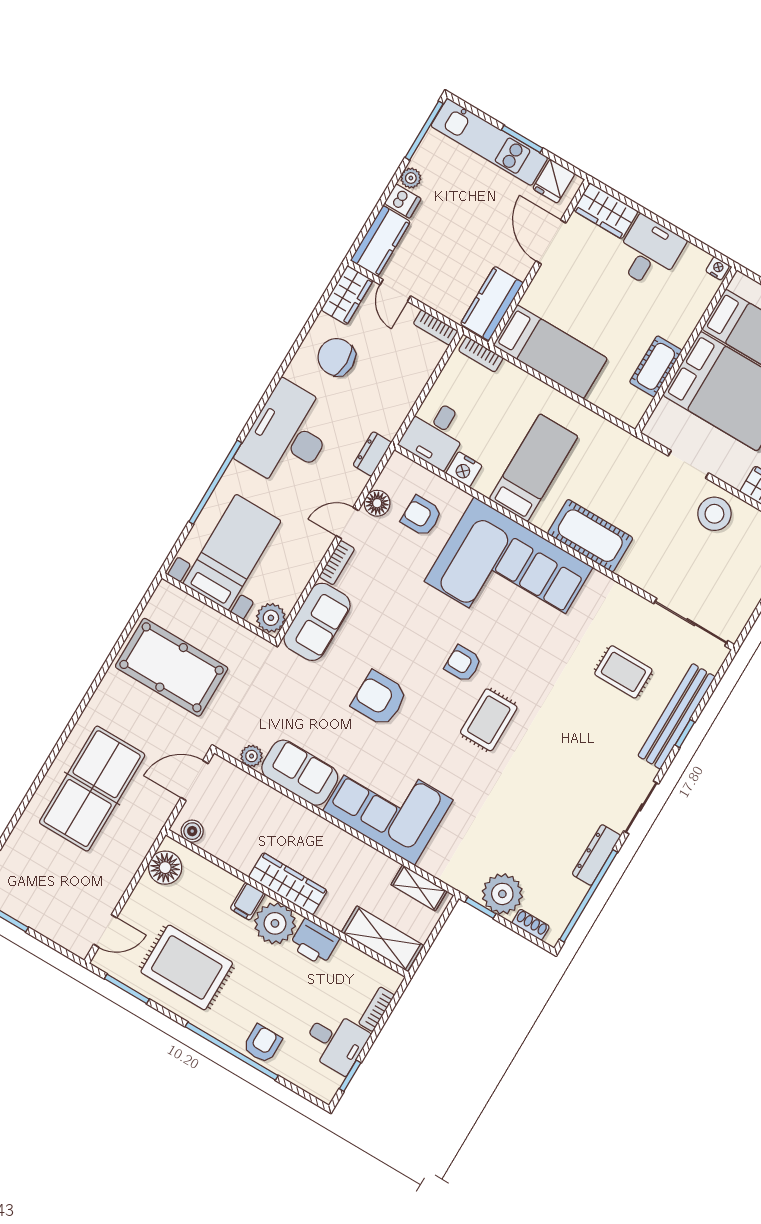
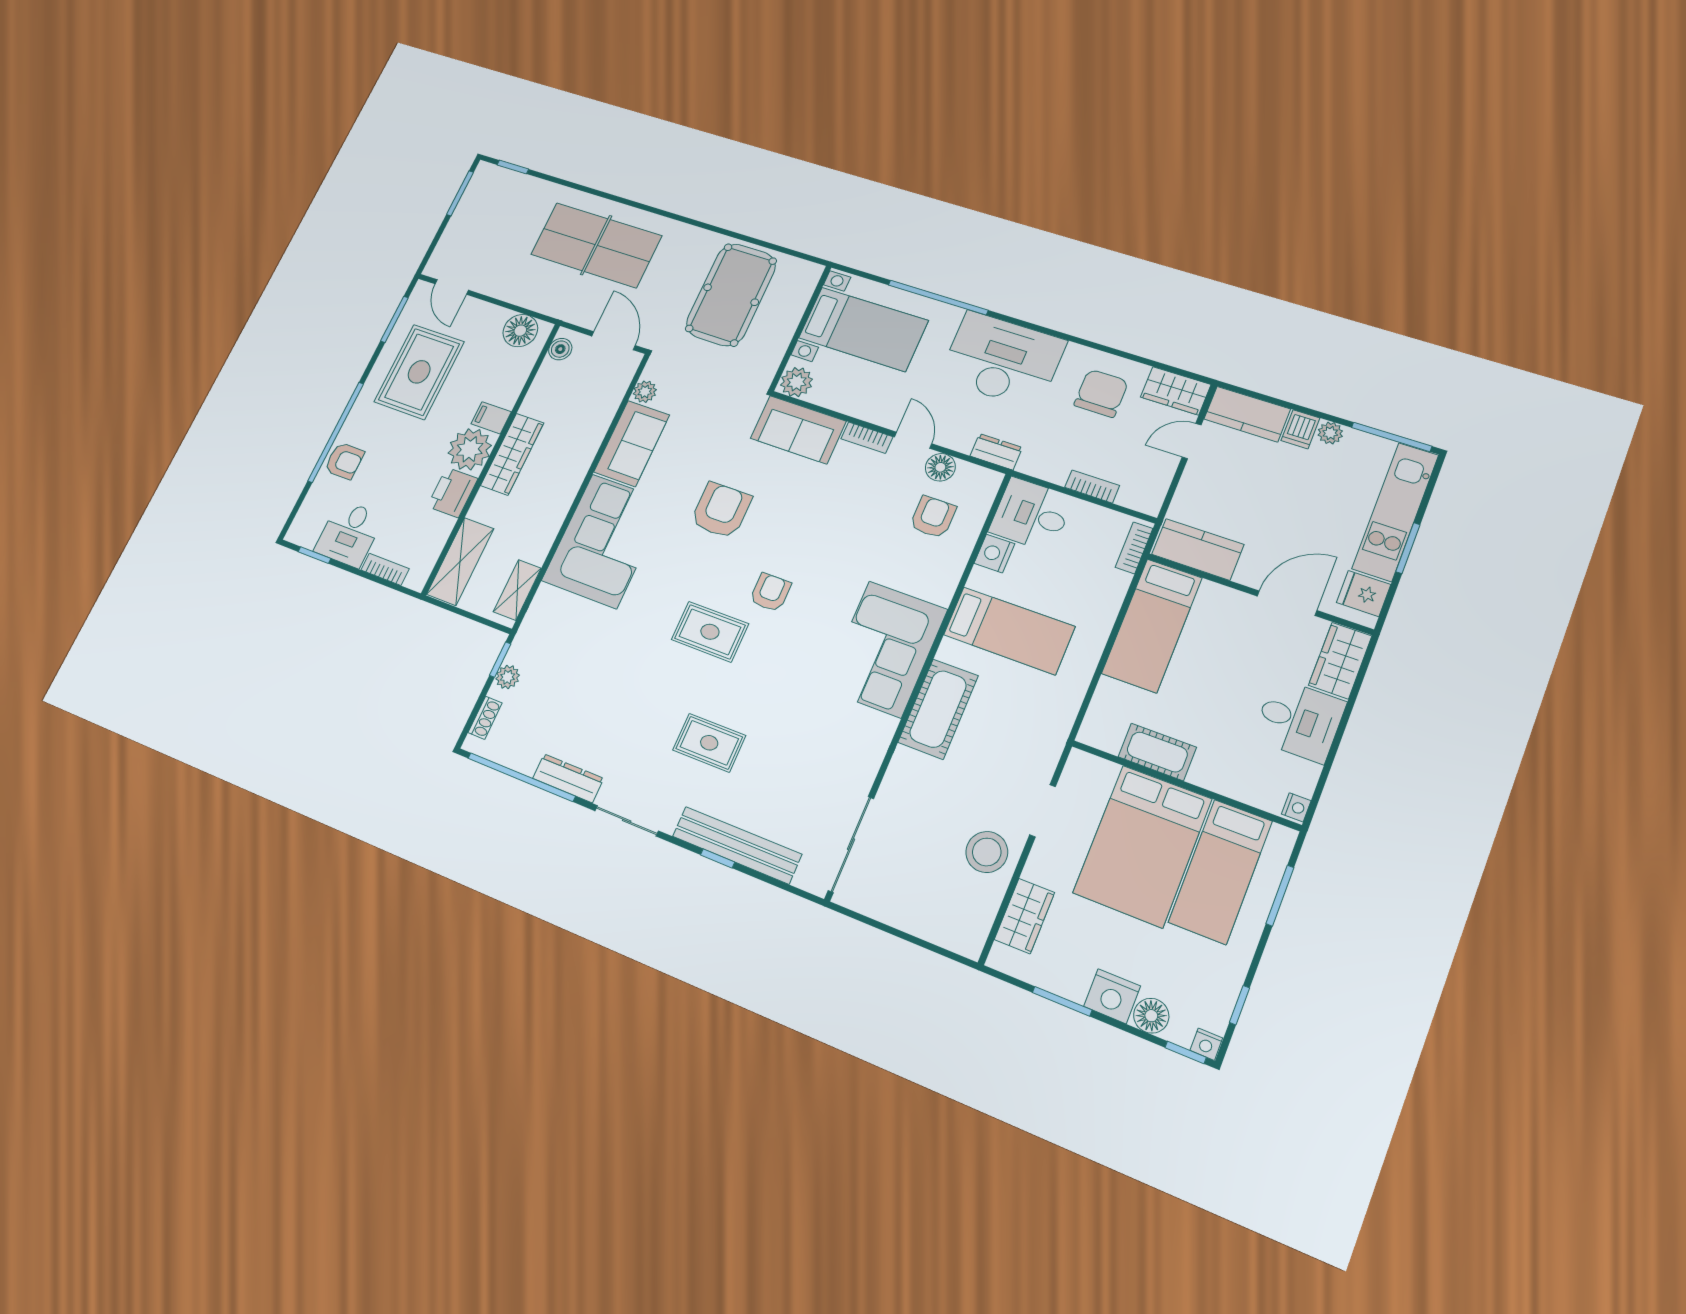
bookcase: (436, 327) -> (1092, 486), moved, turned 90
corner sofa: (509, 574) -> (885, 649), width x0.73, depth x0.74
rug: (623, 672) -> (709, 743), moved, turned 90
plant: (502, 894) -> (508, 677), width x0.53, depth x0.53

